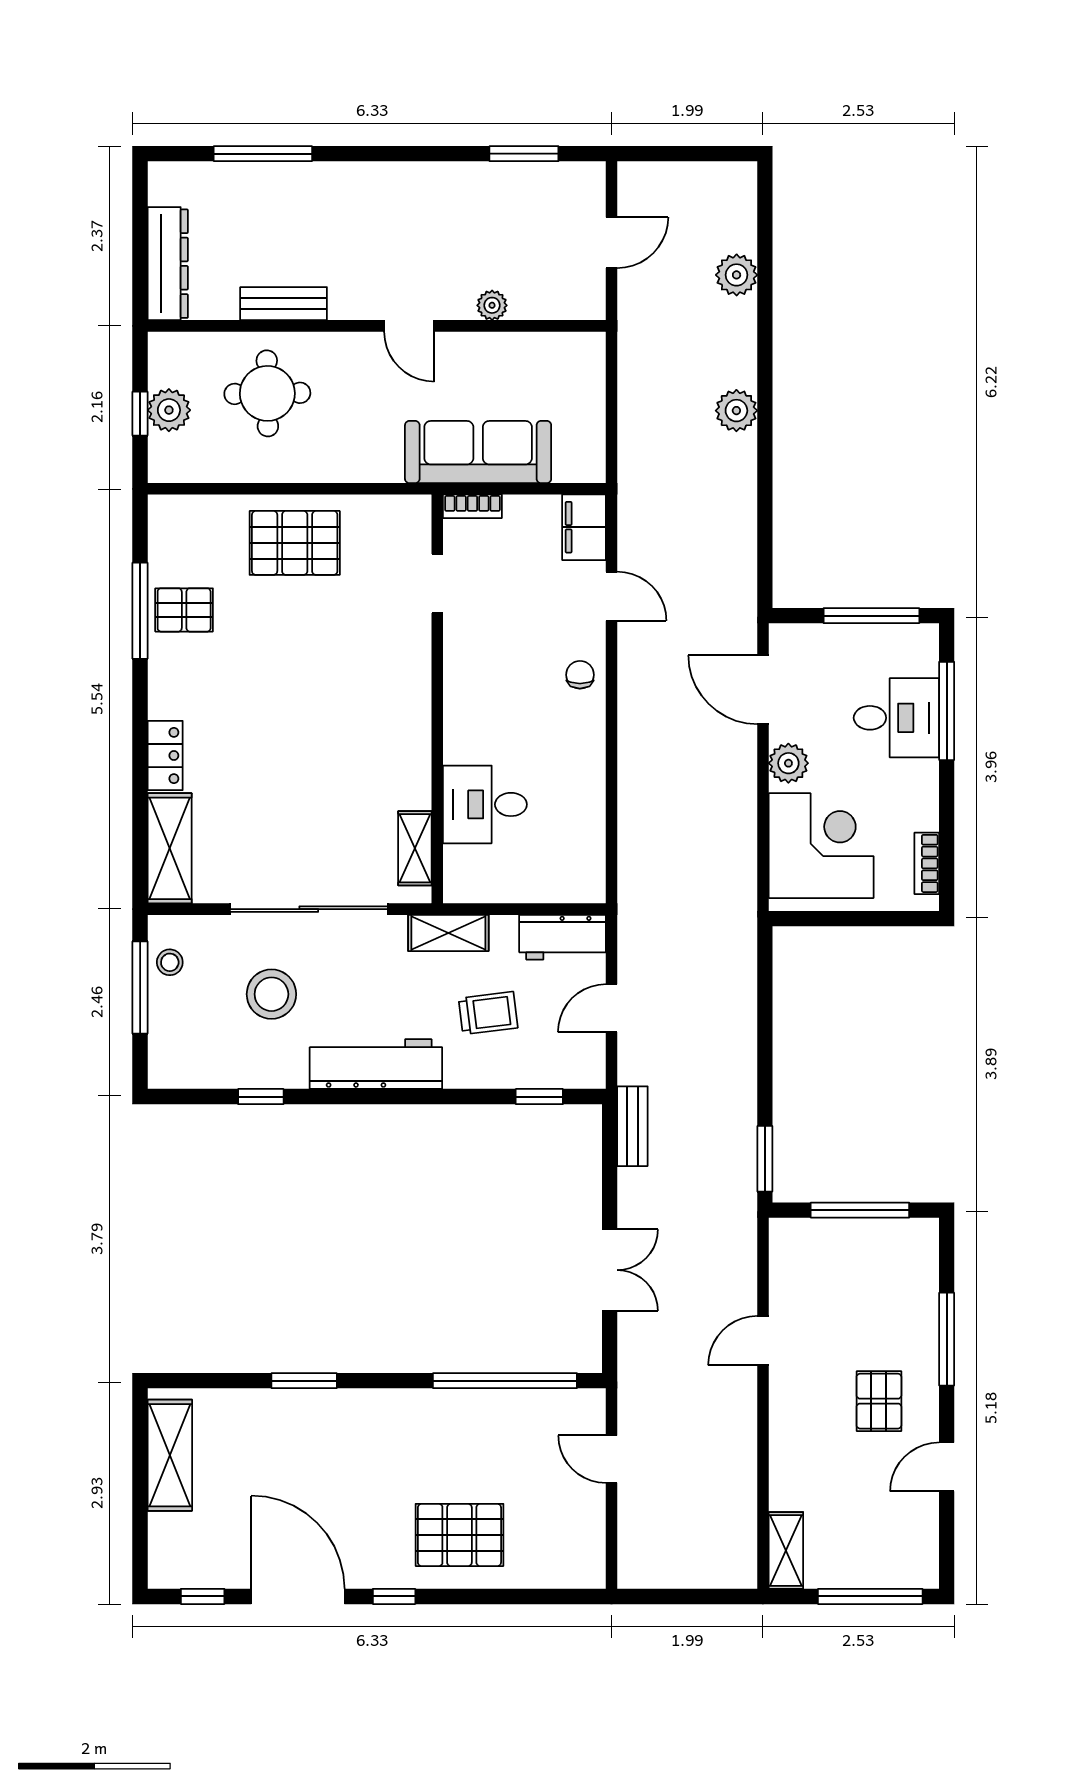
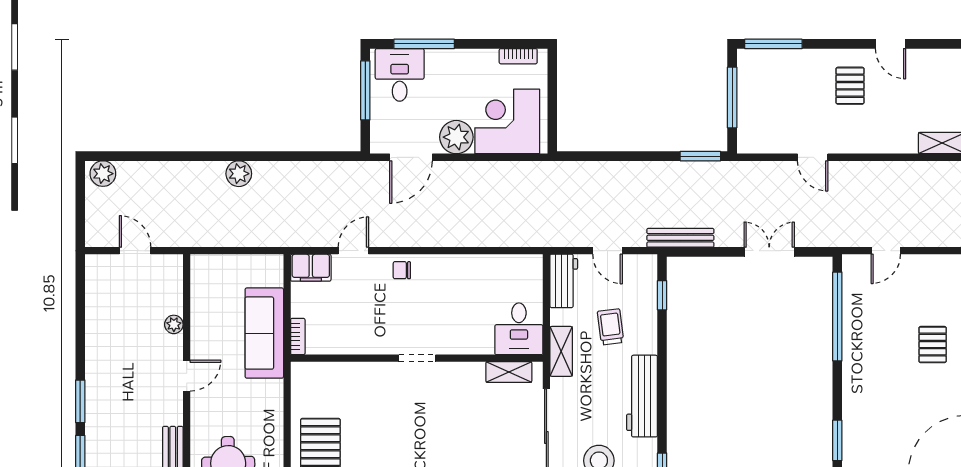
window: (524, 154) -> (80, 401), moved
plant: (737, 275) -> (103, 174), moved
doorway: (437, 583) -> (417, 358), moved
desk: (896, 718) -> (400, 75), moved
plant: (788, 763) -> (456, 137), width x1.36, depth x1.36
desk: (485, 804) -> (519, 329), moved
bench: (632, 1126) -> (680, 238), width x1.36
window: (947, 1339) -> (773, 44), moved
pallet: (879, 1401) -> (850, 86), turned 90
pallet: (459, 1535) -> (933, 345), width x0.67, depth x0.71

